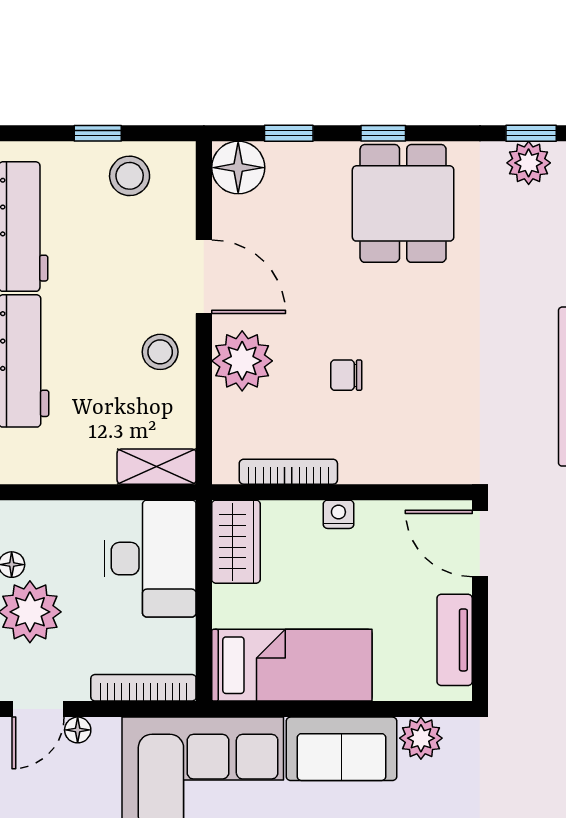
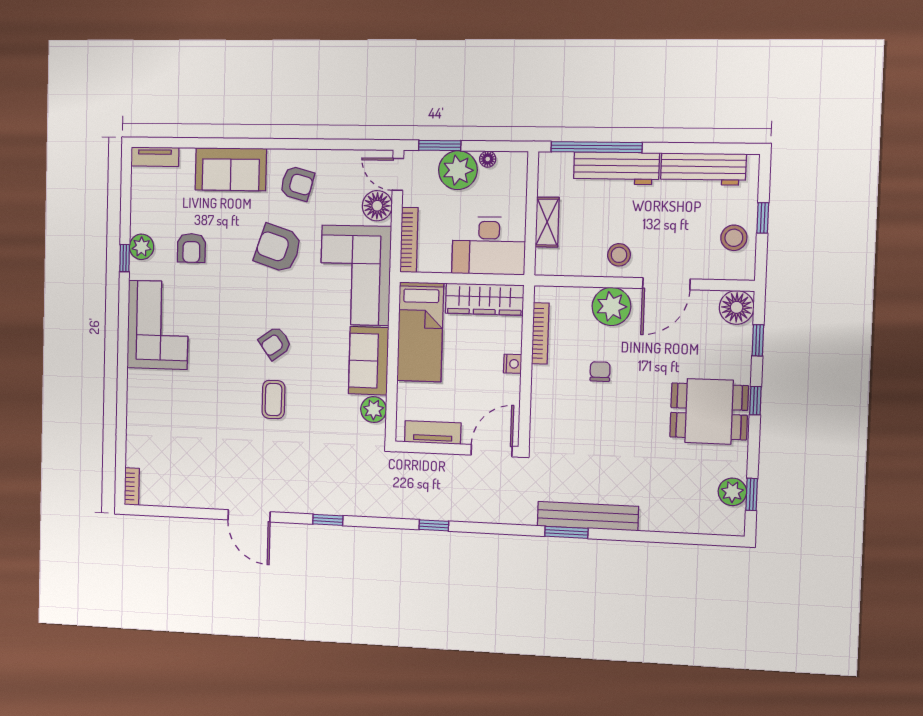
shelving: (157, 467) -> (547, 222), moved
wardrobe: (236, 542) -> (485, 299), width x1.50
floor lamp: (78, 730) -> (377, 206), width x1.89, depth x1.89

